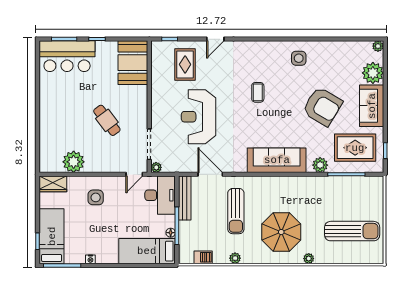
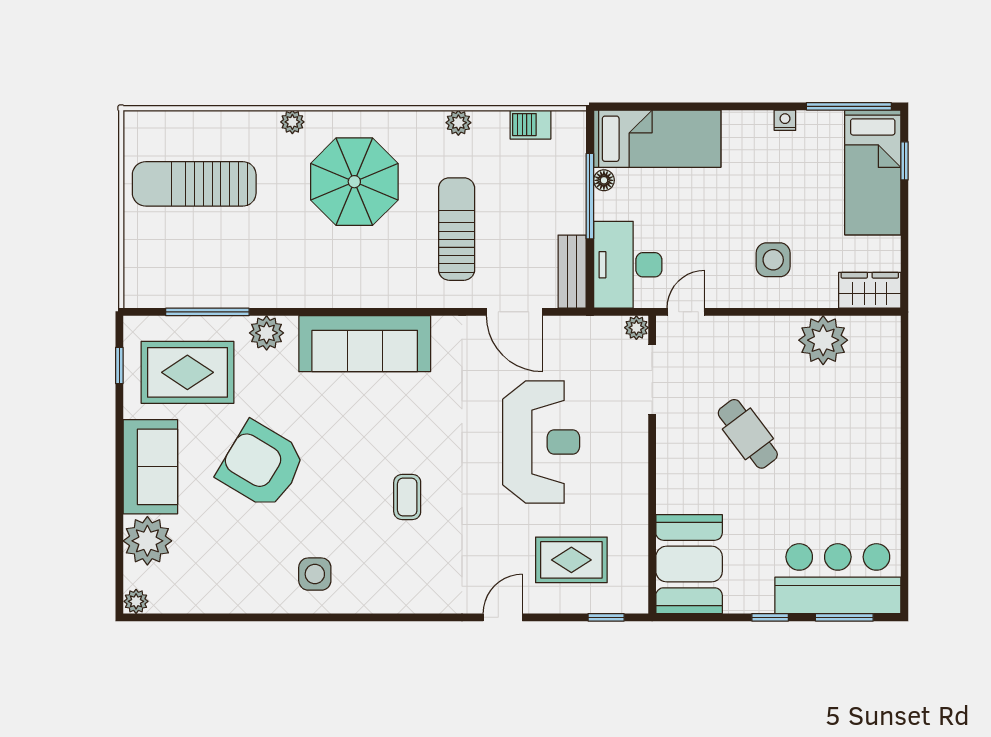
rug: (185, 64) -> (571, 560), turned 90
bench: (185, 198) -> (572, 272), width x0.73

